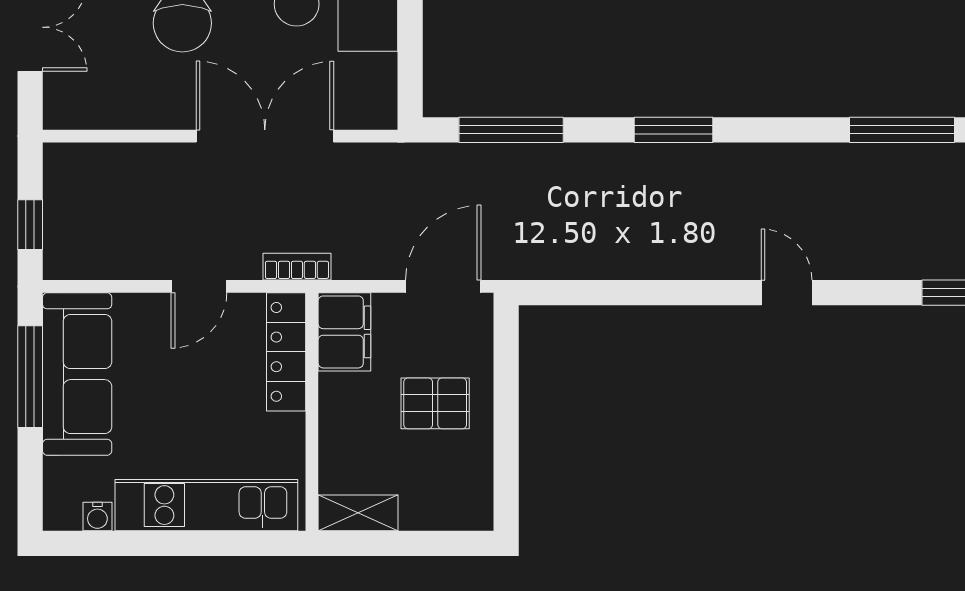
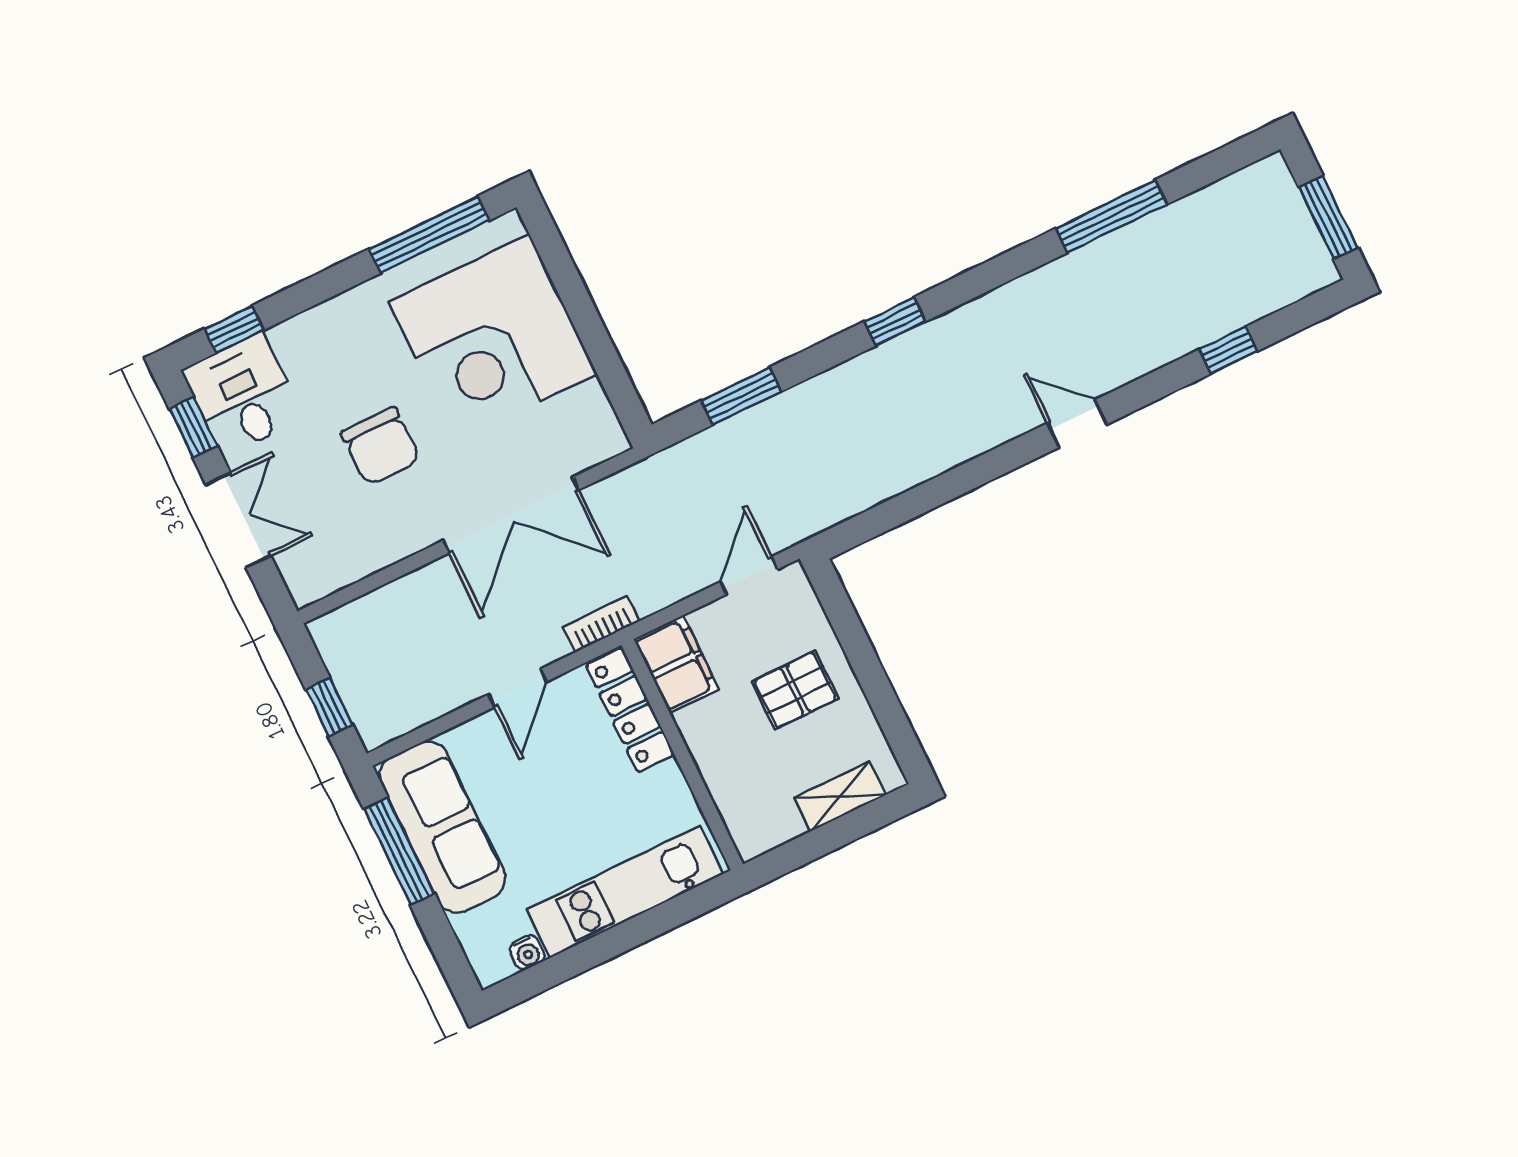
window: (511, 130) -> (741, 396), width x0.69
window: (674, 130) -> (895, 321), width x0.67
double door: (265, 136) -> (511, 515), swing flipped
door: (443, 286) -> (749, 576), width x0.73
shelving: (358, 513) -> (840, 796), moved

